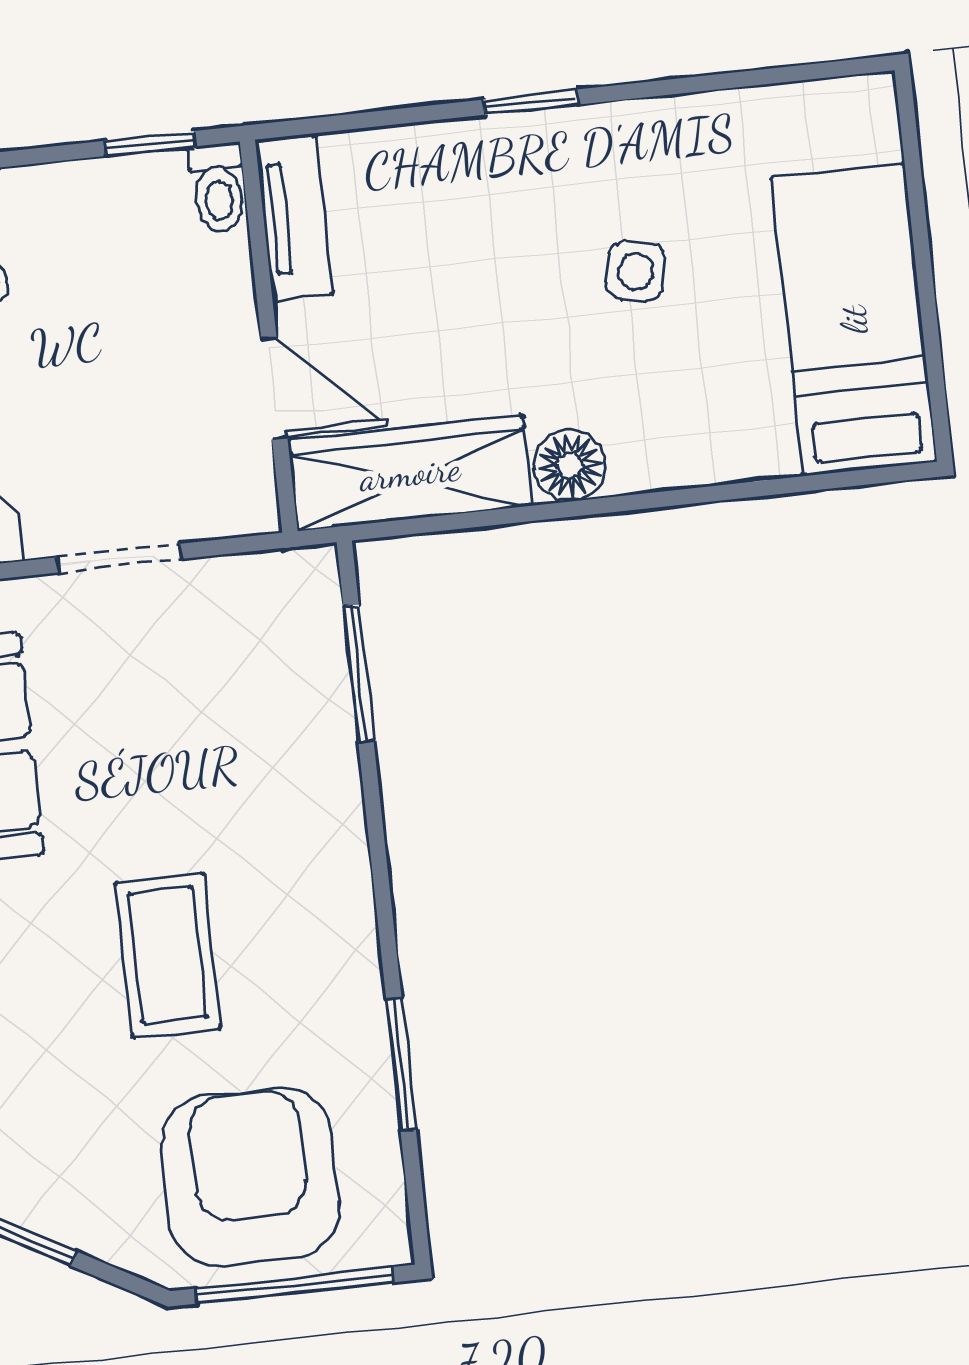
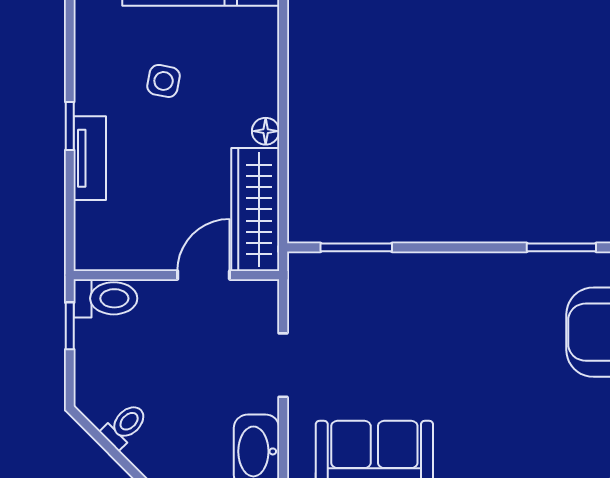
toilet: (218, 188) -> (105, 298), width x1.37, depth x1.39
tv unit: (294, 218) -> (90, 158), moved, turned 90
floor lamp: (570, 466) -> (266, 131), width x0.73, depth x0.73
coffee table: (168, 955) -> (492, 362), removed

